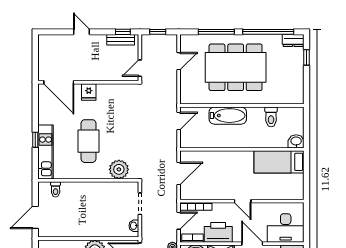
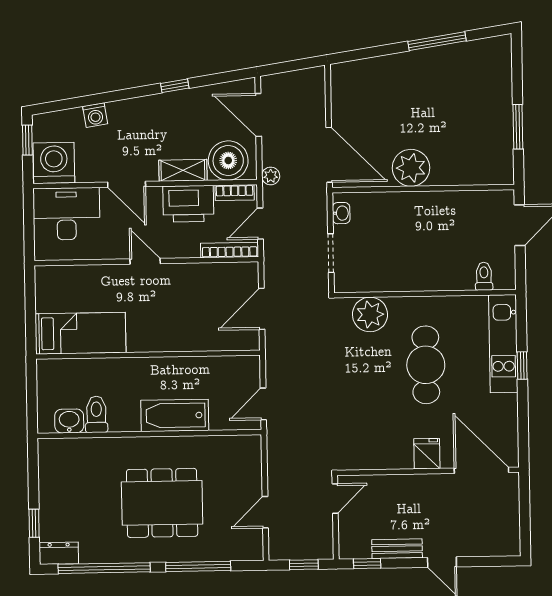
bench: (121, 40) -> (397, 549), moved
dining table: (236, 67) -> (162, 503), width x0.73, depth x0.80
washbasin: (296, 141) -> (69, 421), moved, turned 180

